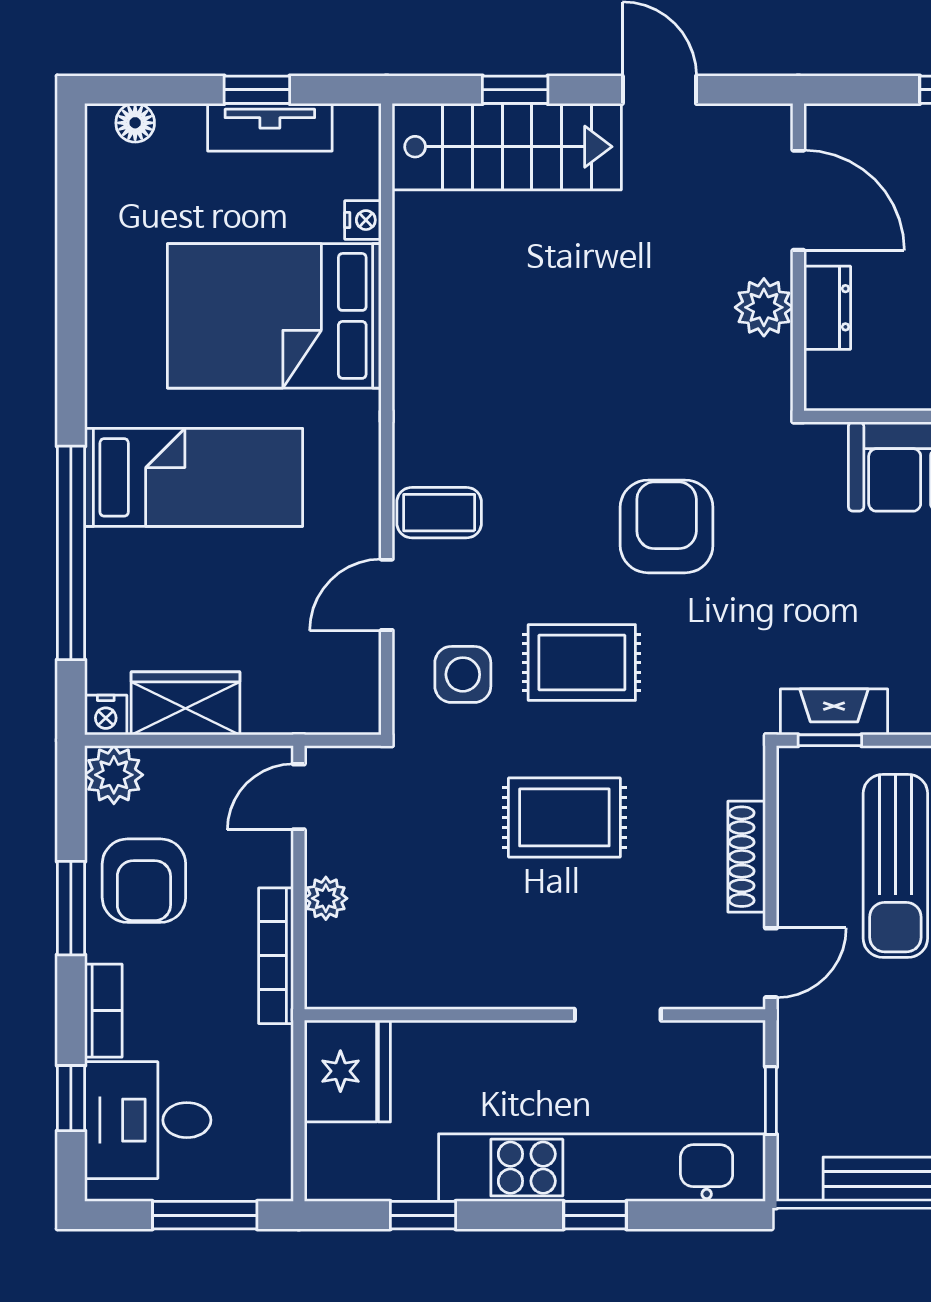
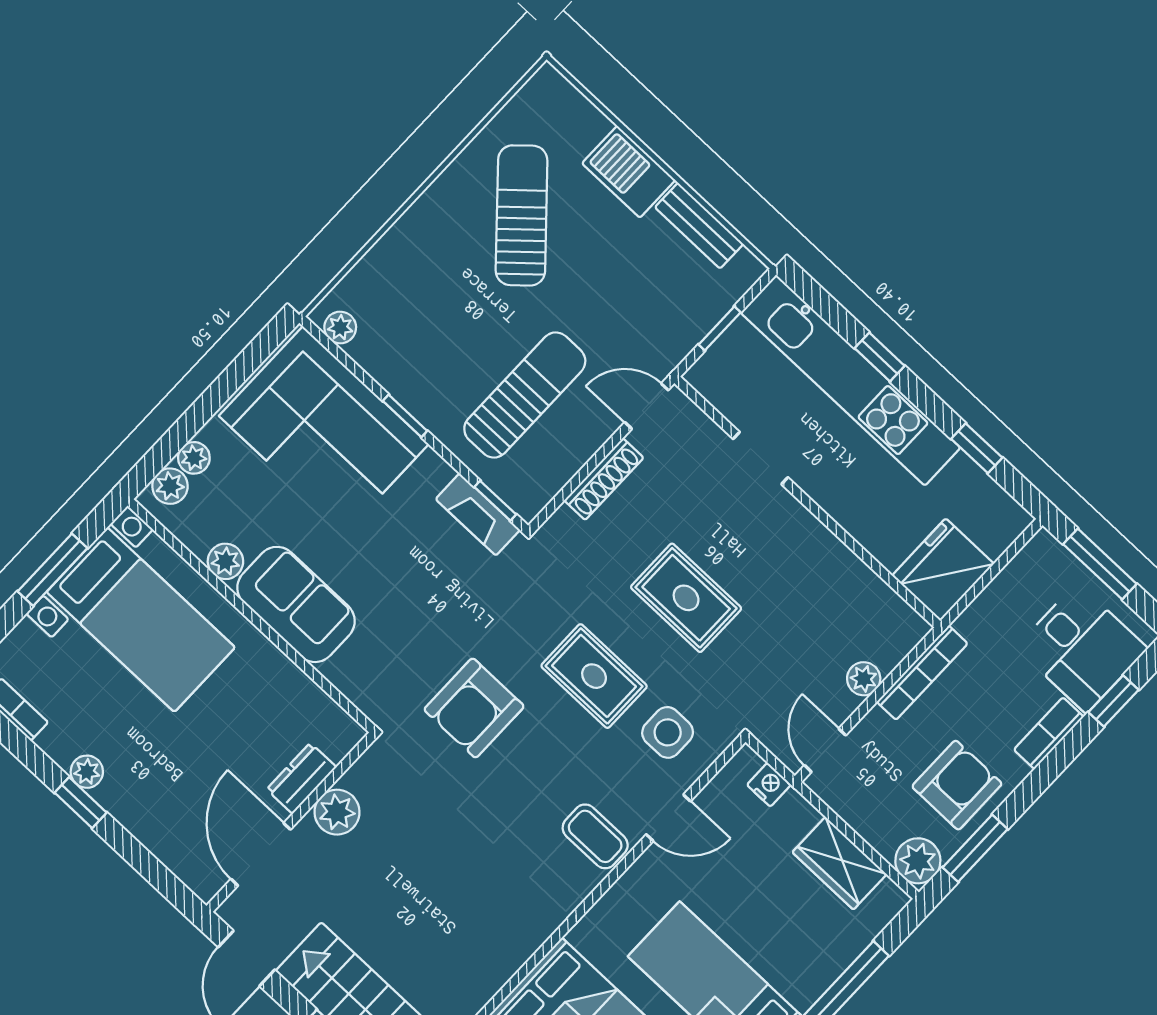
door: (798, 200) -> (261, 854), moved
wall: (798, 257) -> (291, 822), moved
plant: (764, 307) -> (337, 812), moved
dresser: (827, 308) -> (301, 778), moved
nightstand: (106, 715) -> (769, 785), moved
door: (299, 797) -> (825, 750), swing flipped
window: (71, 908) -> (975, 848), moved

